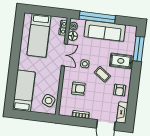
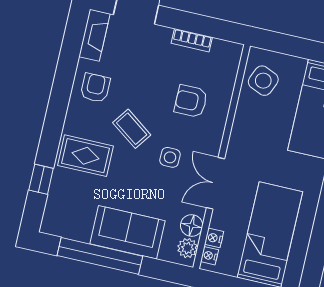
window: (97, 17) -> (100, 256), moved
sofa: (105, 31) -> (128, 232), width x0.73
window: (139, 49) -> (41, 179), width x0.46

